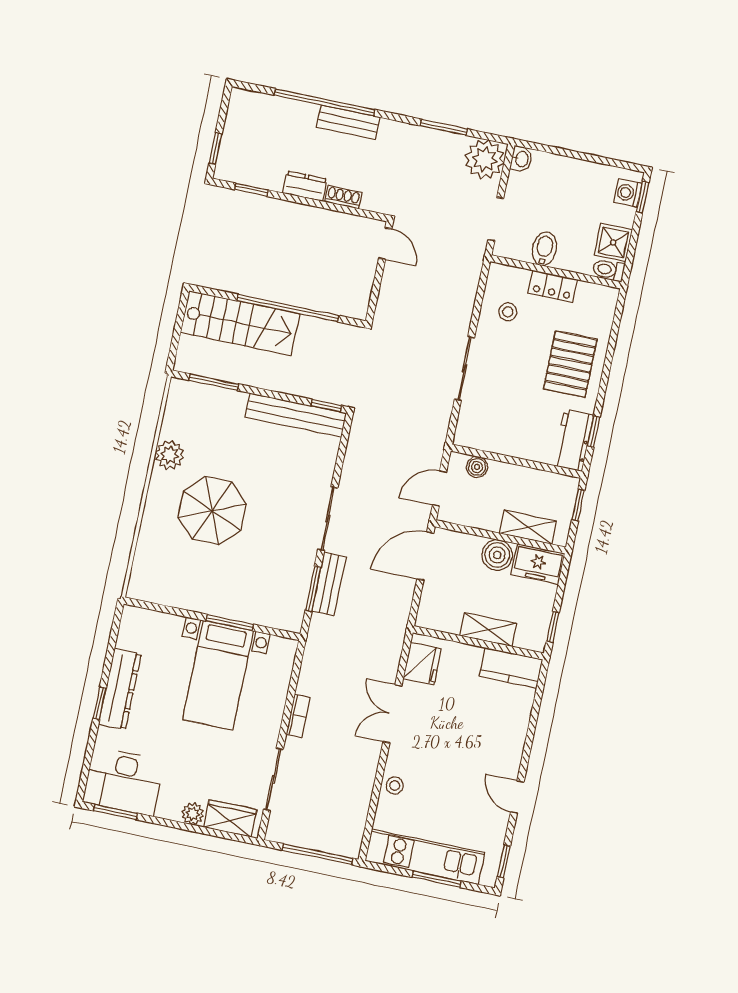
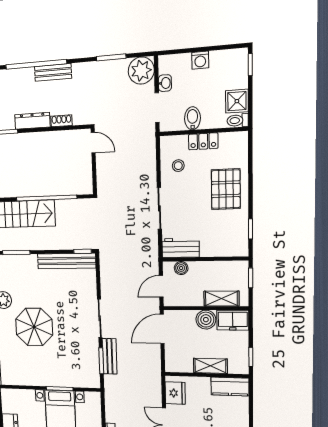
washbasin: (521, 159) -> (165, 83), moved
dresser: (305, 186) -> (32, 121), width x1.44
washing machine: (628, 193) -> (200, 60), moved, turned -90
workbench: (573, 440) -> (181, 248), moved, turned 90

